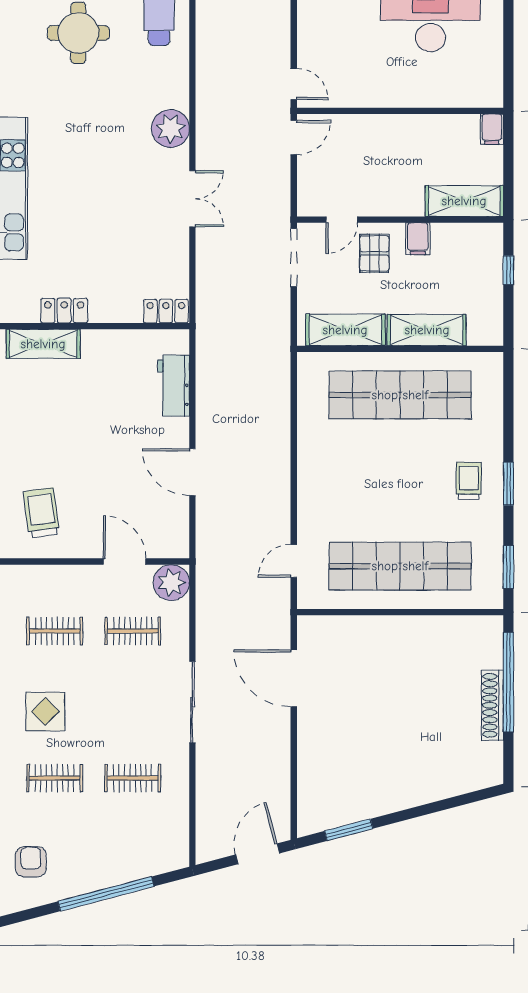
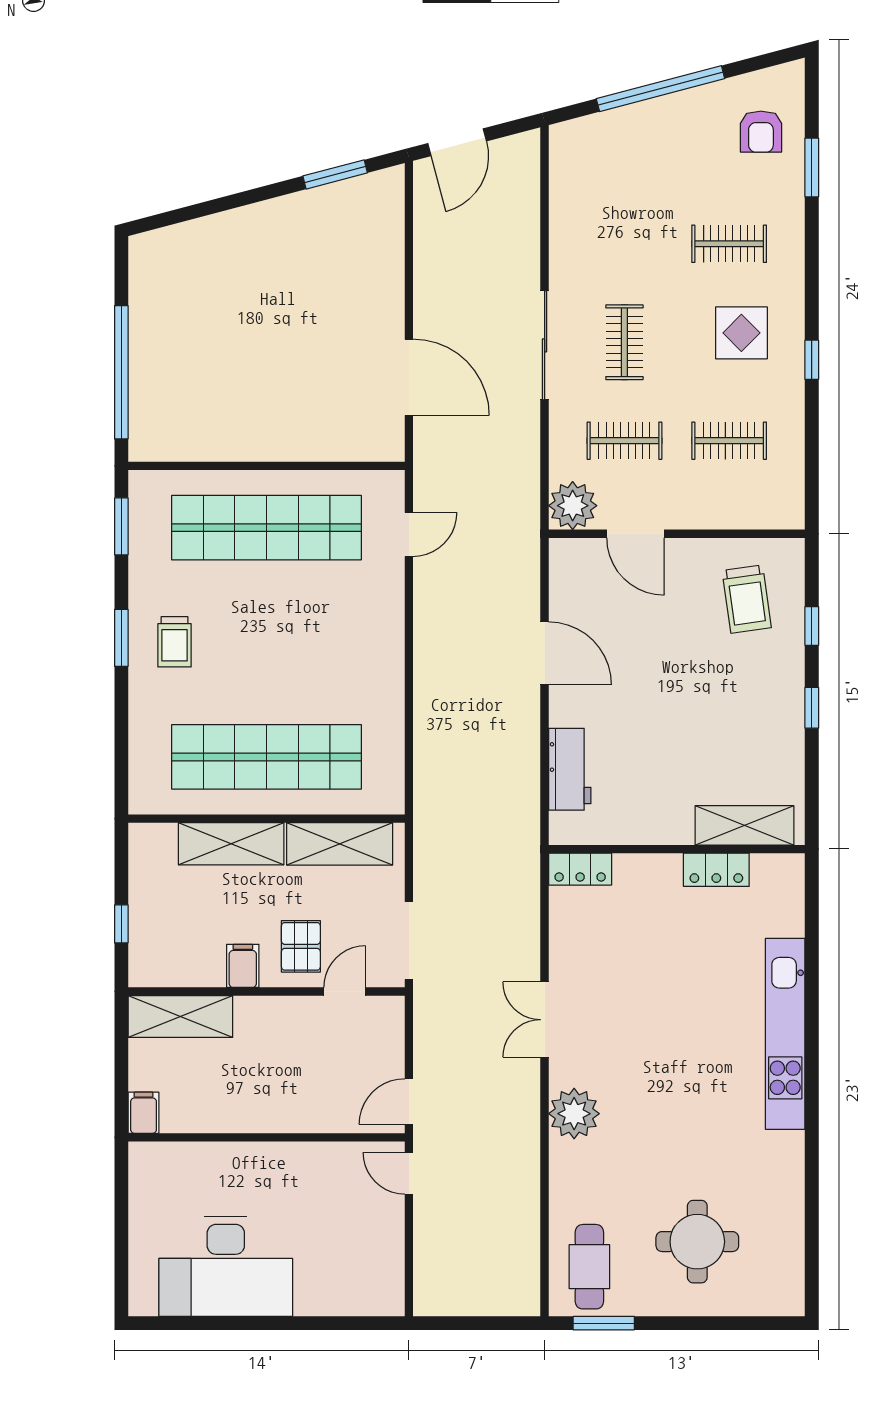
shoe rack: (492, 705) -> (143, 341), removed
clothes rail: (133, 778) -> (624, 342), moved, turned 90

